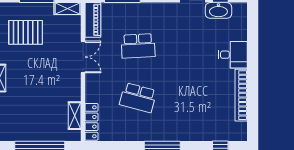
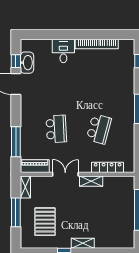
shelving: (75, 116) -> (91, 181), moved
locker: (91, 122) -> (108, 167), moved

